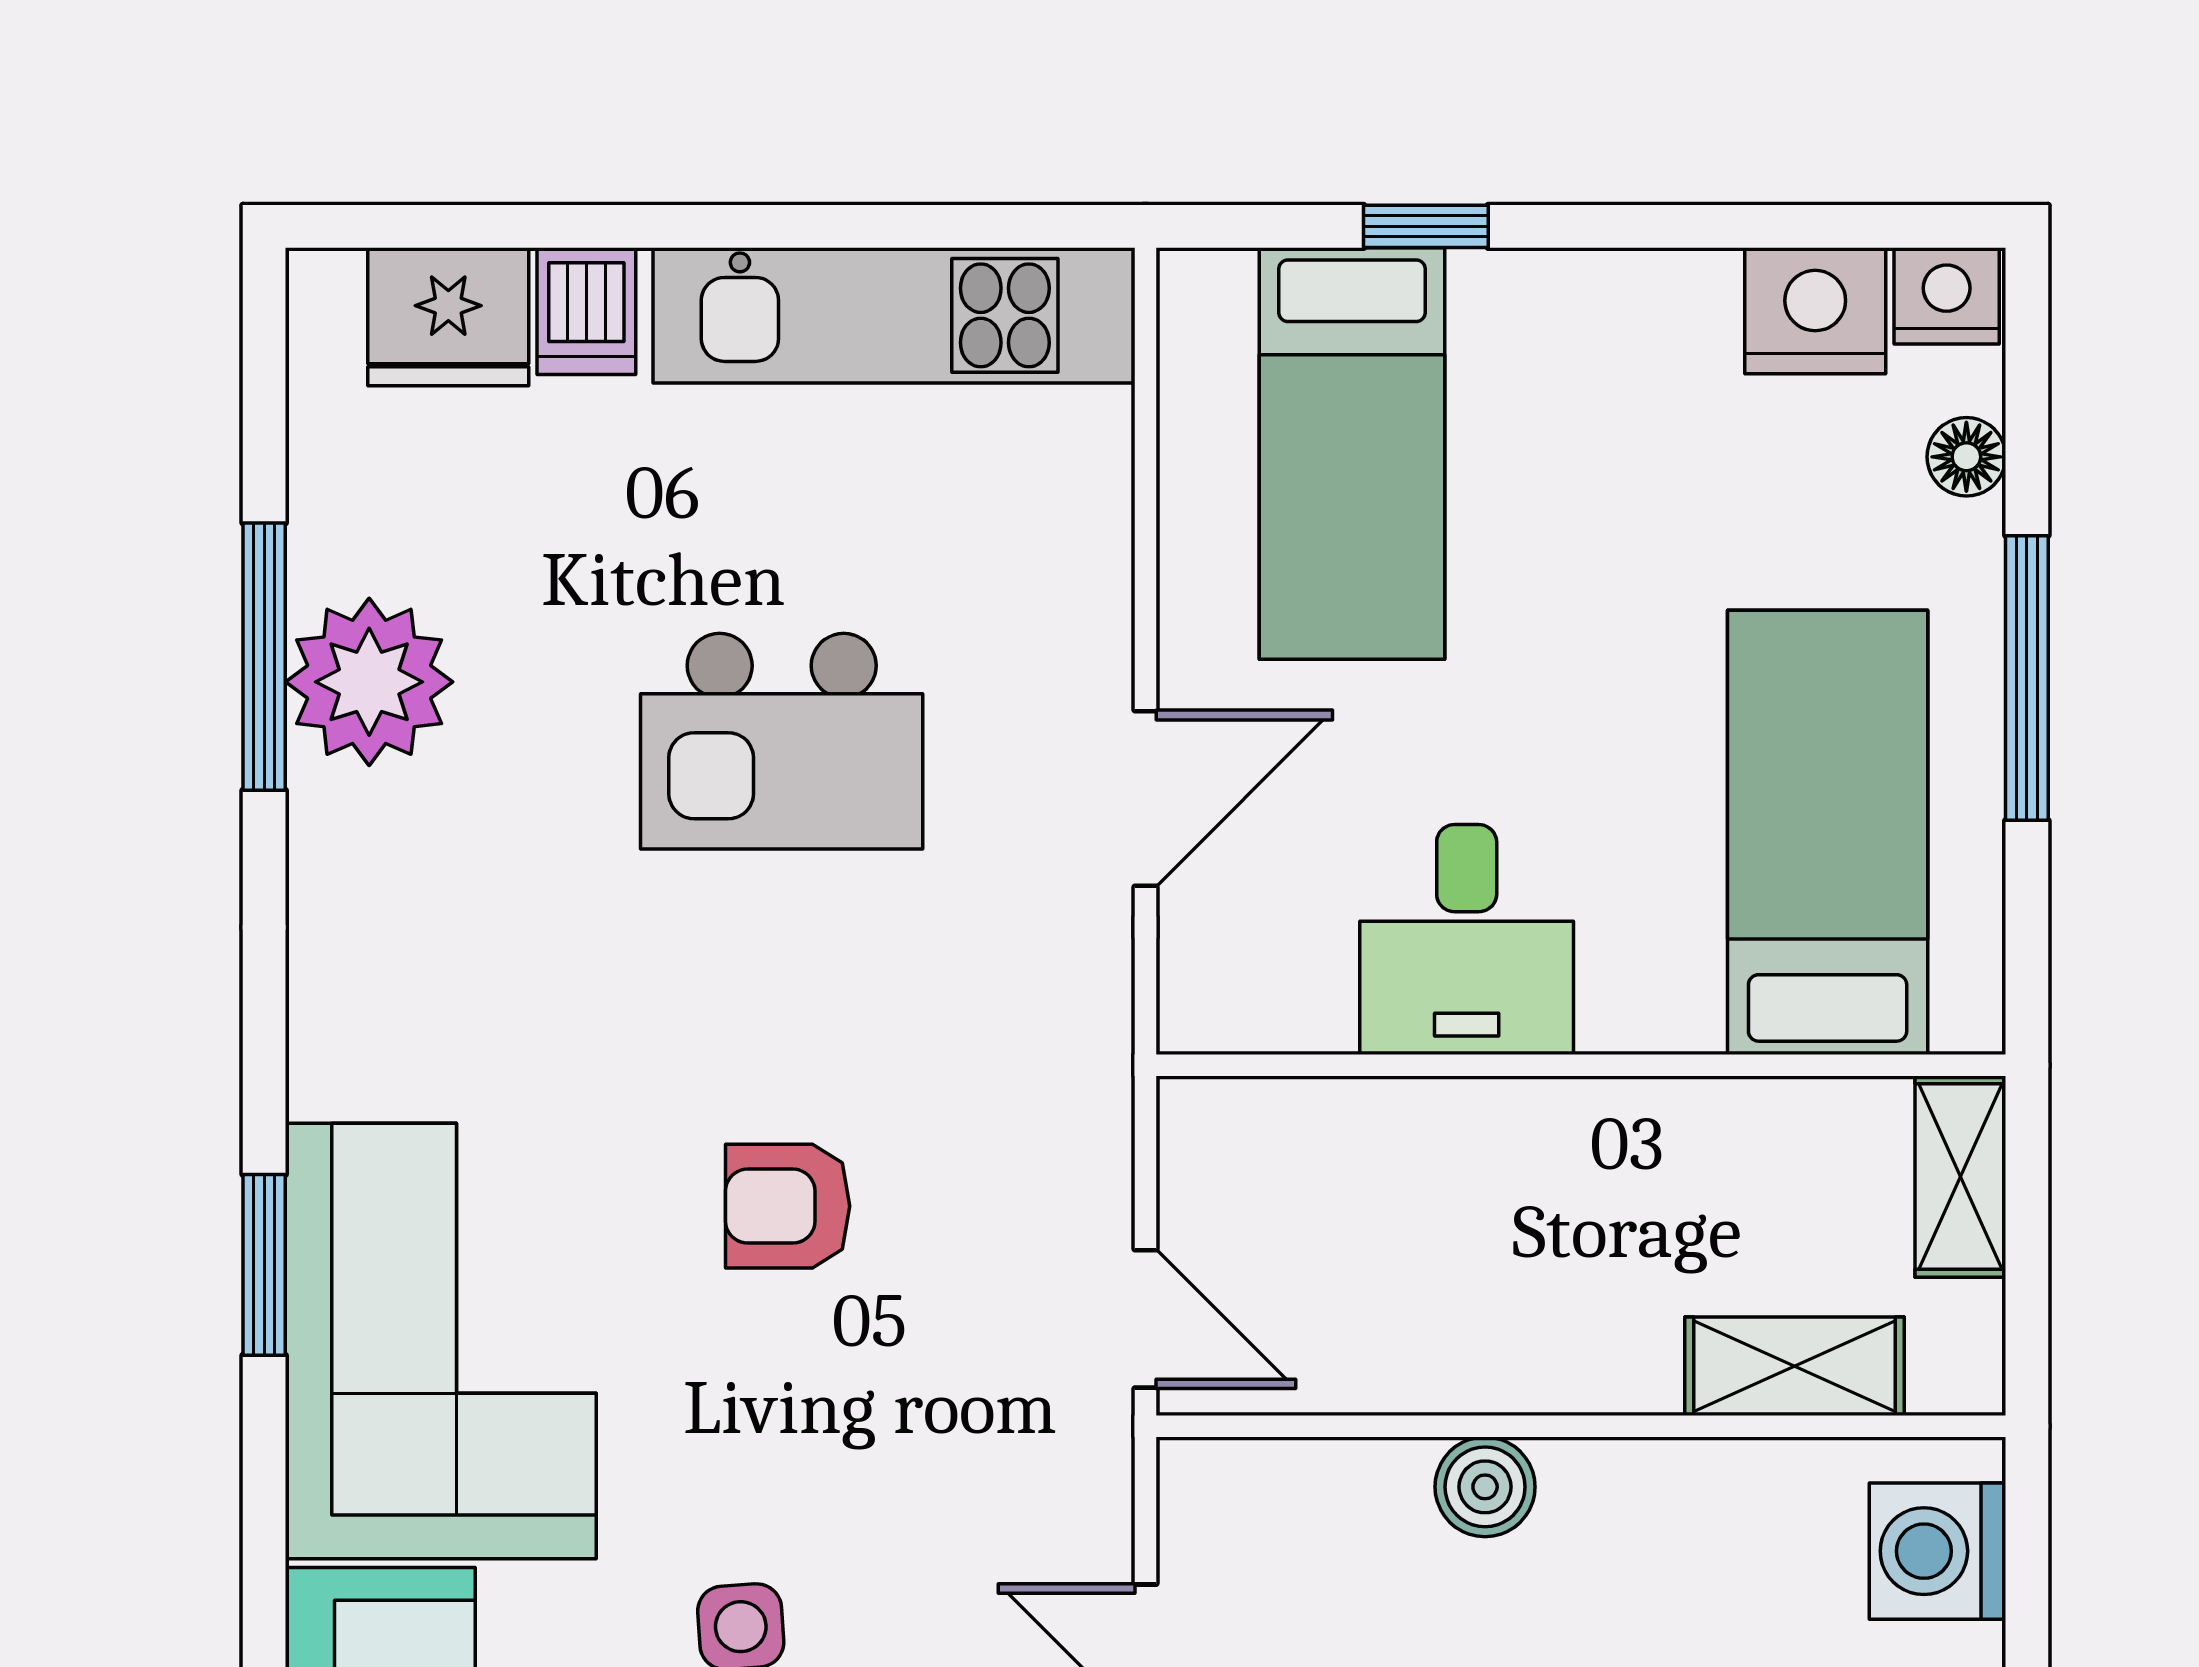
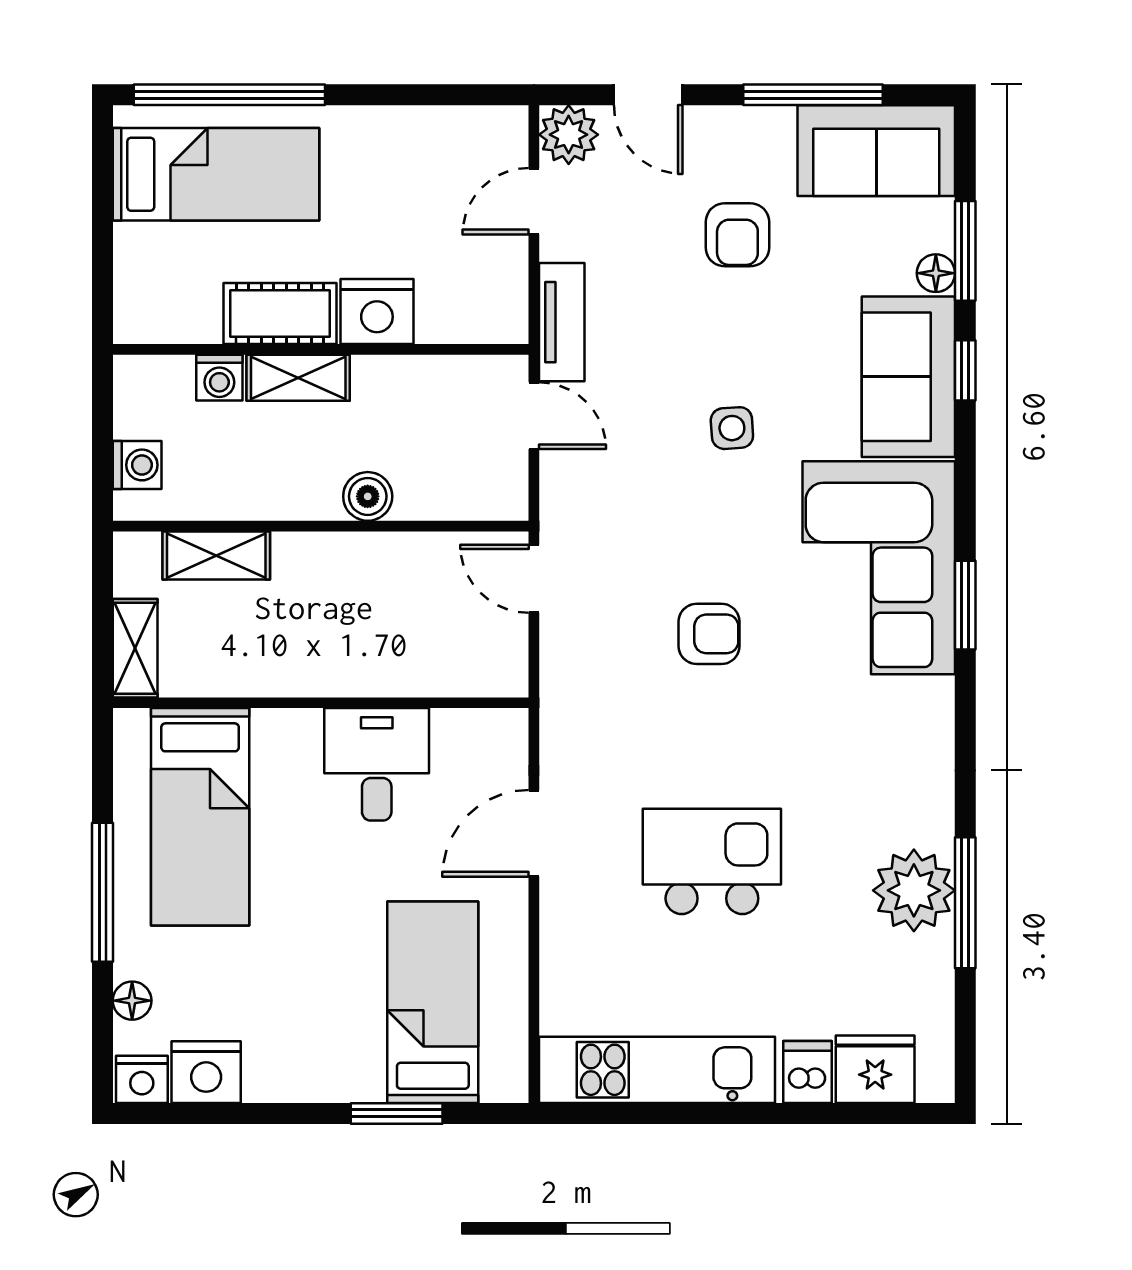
window: (1426, 226) -> (397, 1113), width x1.50
washing machine: (1938, 1551) -> (137, 465), width x0.73, depth x0.73

